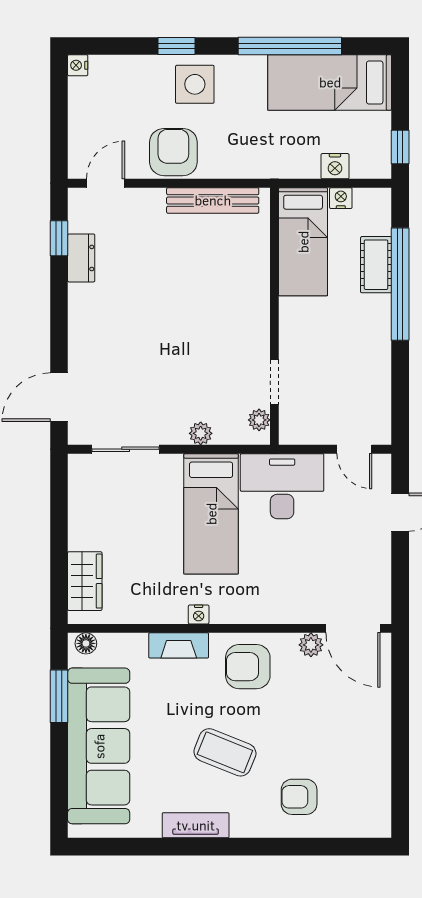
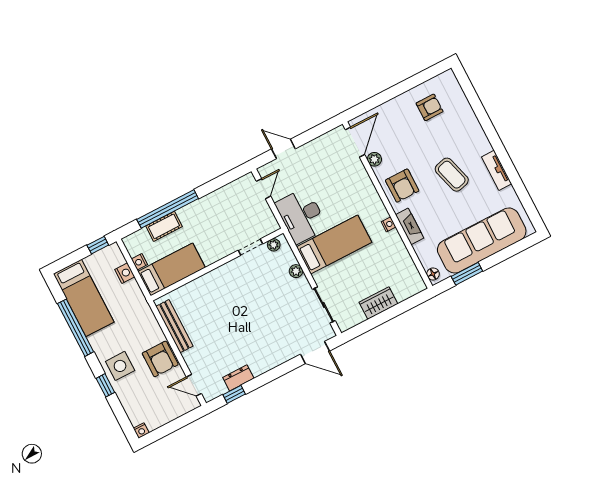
armchair: (173, 152) -> (160, 359), turned -90
wardrobe: (85, 581) -> (378, 303), moved
coffee table: (225, 752) -> (452, 175), turned -38
armchair: (299, 797) -> (430, 107), moved, turned -90

